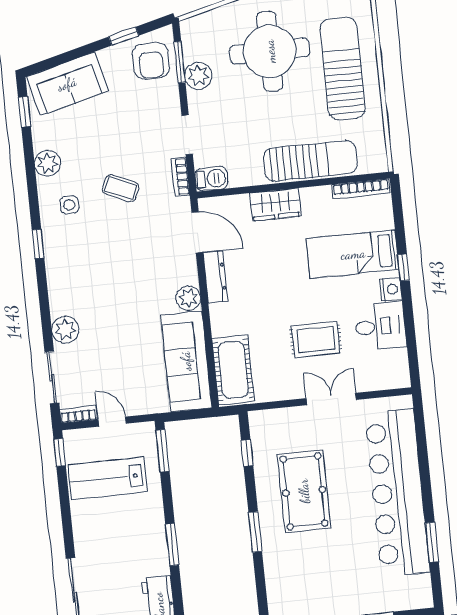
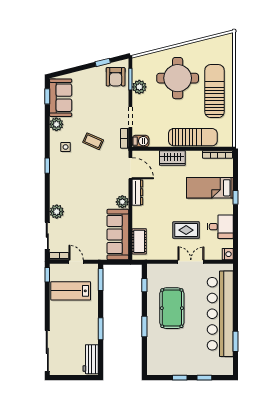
sofa: (67, 84) -> (61, 98), moved, turned -76
nightstand: (391, 289) -> (228, 254), moved
cot: (233, 370) -> (139, 241), width x0.73, depth x0.75

